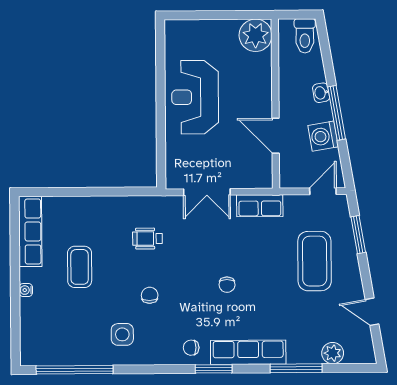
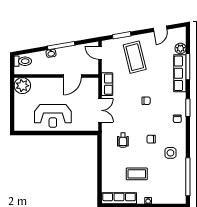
washing machine: (323, 136) -> (73, 52), removed
coffee table: (315, 261) -> (135, 57), turned 76
row of seats: (248, 352) -> (180, 73), moved

